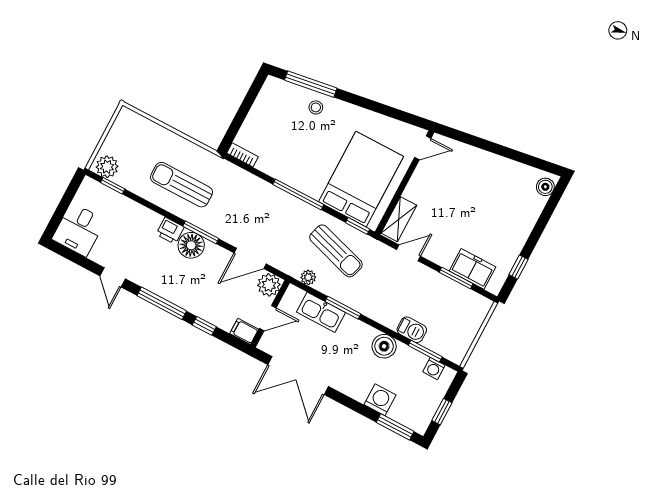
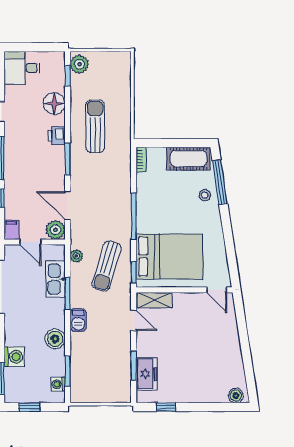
cot: (268, 104) -> (188, 159), added
floor lamp: (191, 245) -> (54, 104), moved
barbecue: (412, 330) -> (78, 320), moved

